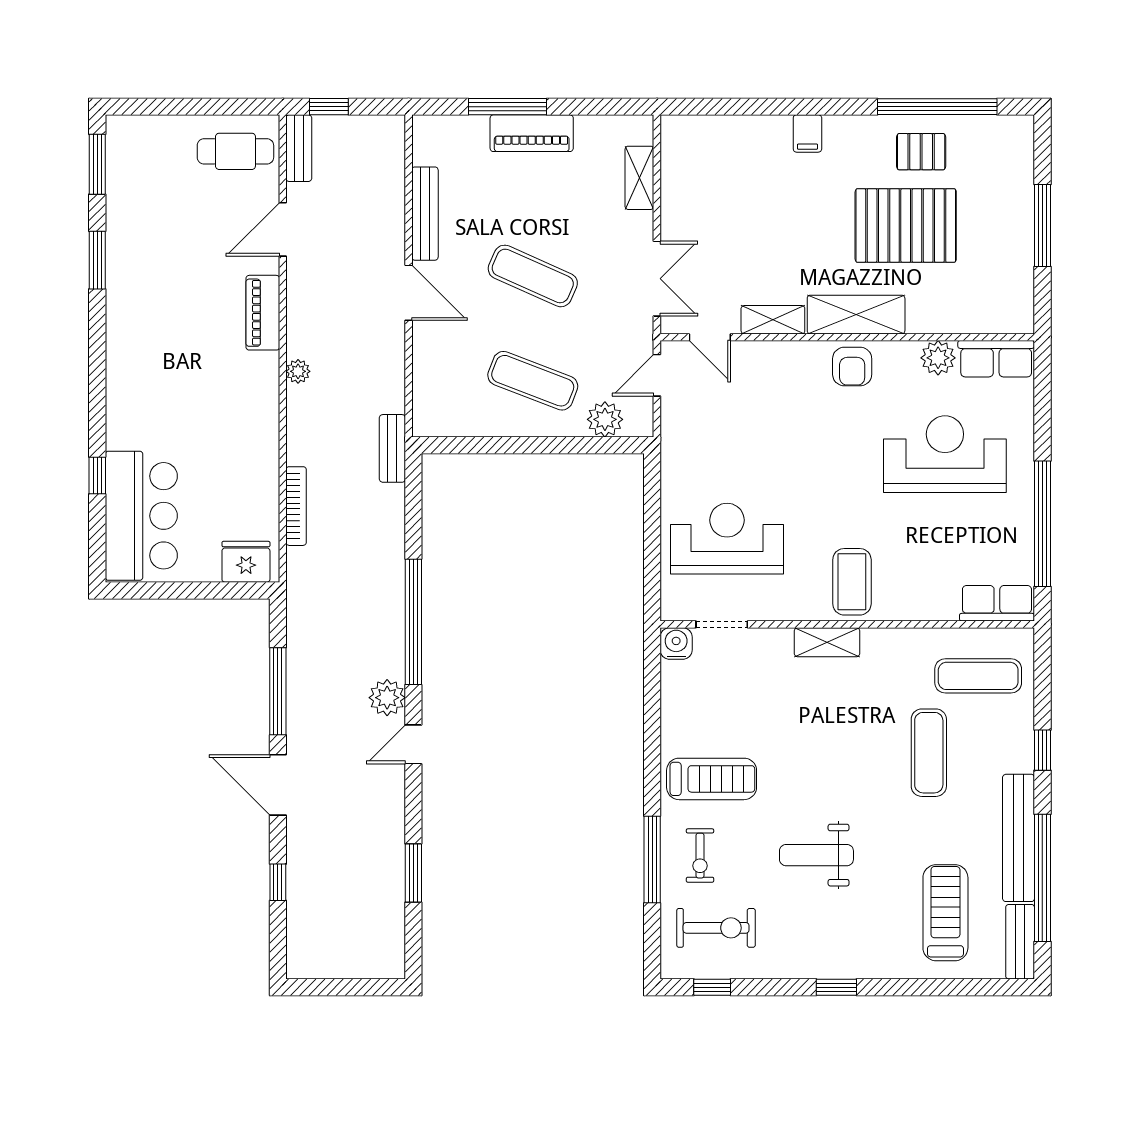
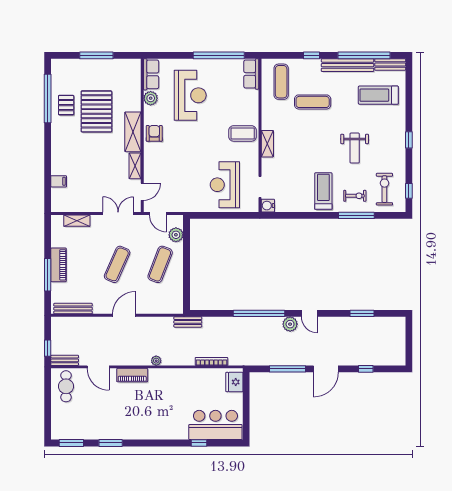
filing cabinet: (807, 133) -> (59, 181), moved
bench: (425, 214) -> (73, 309), moved
armchair: (852, 367) -> (154, 133), turned -90
reception desk: (945, 454) -> (190, 95), turned 180

